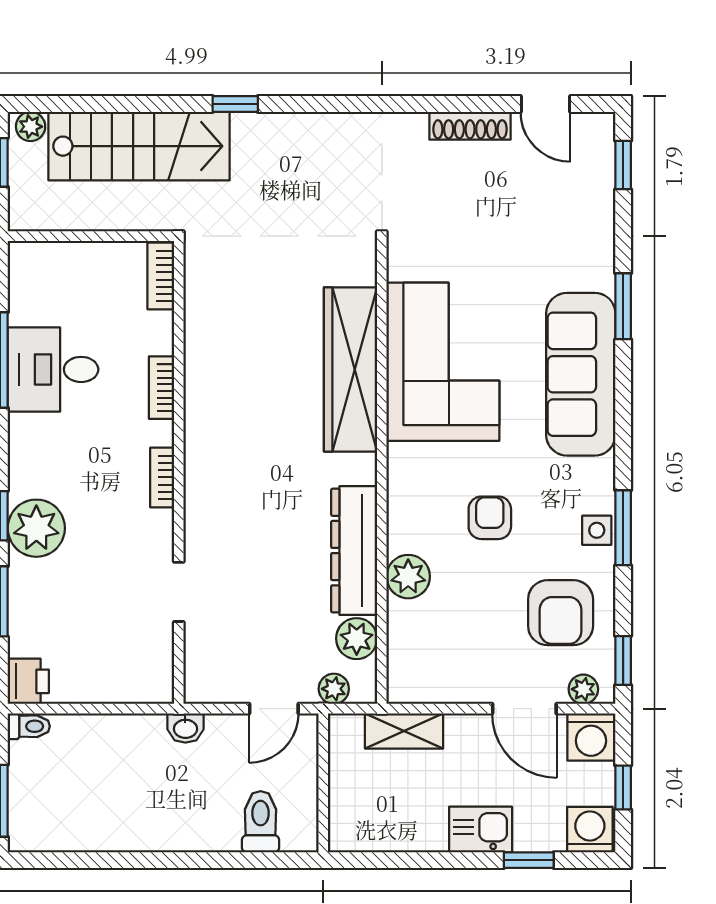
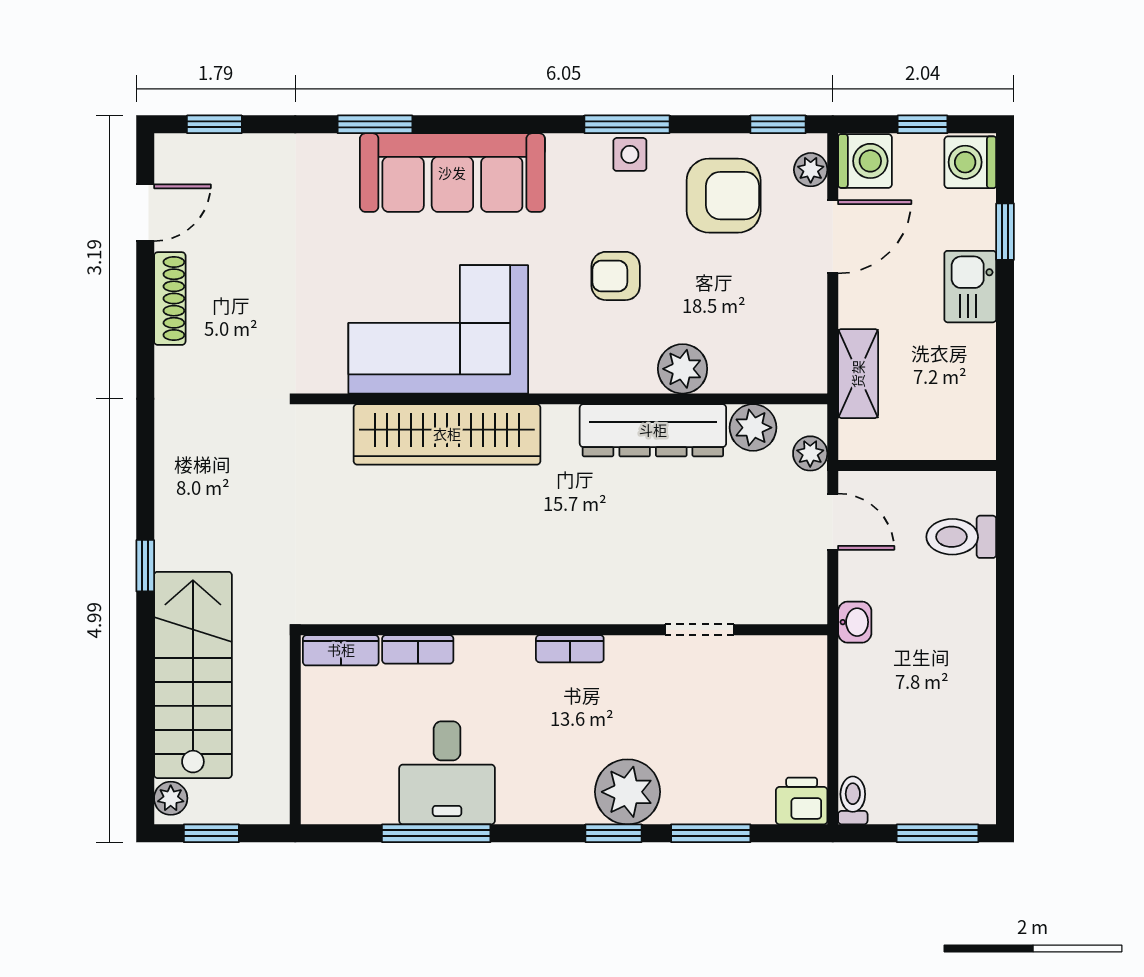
bookcase: (162, 388) -> (418, 649), moved

